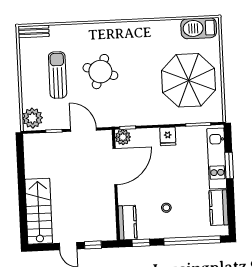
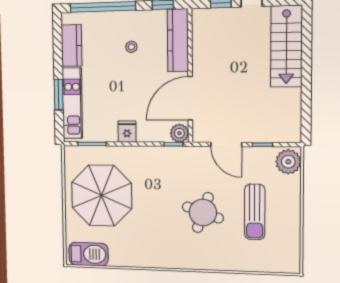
bench: (34, 31) -> (281, 266), removed
kitchen counter: (128, 223) -> (178, 40), width x1.50

